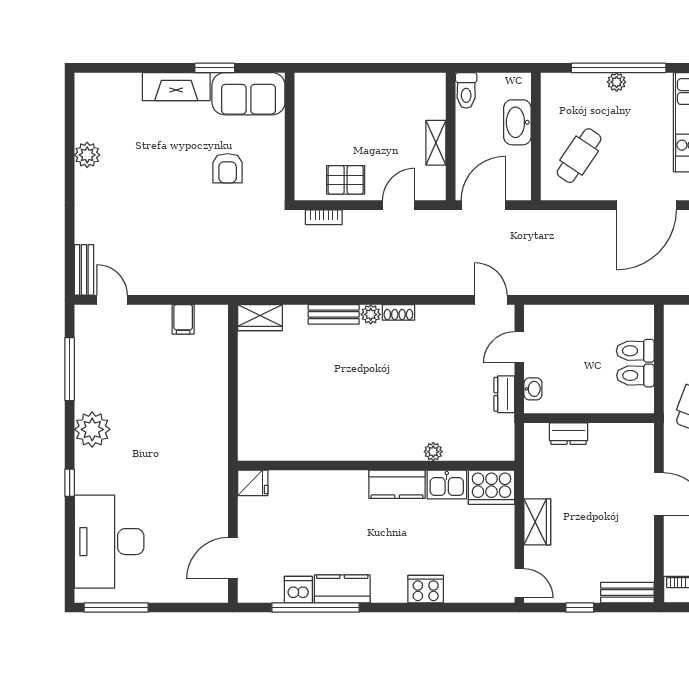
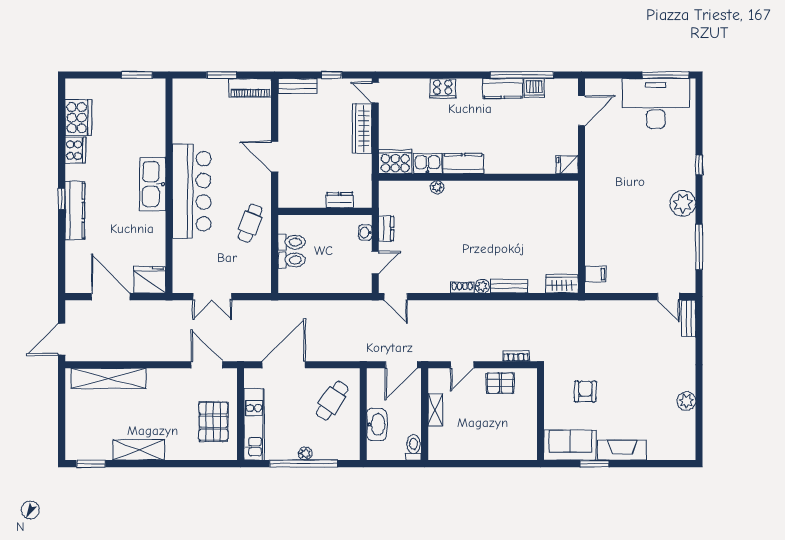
filing cabinet: (183, 319) -> (595, 274), moved, turned 90
wardrobe: (537, 522) -> (362, 128), width x1.50
desk: (109, 542) -> (656, 104), moved, turned -90

